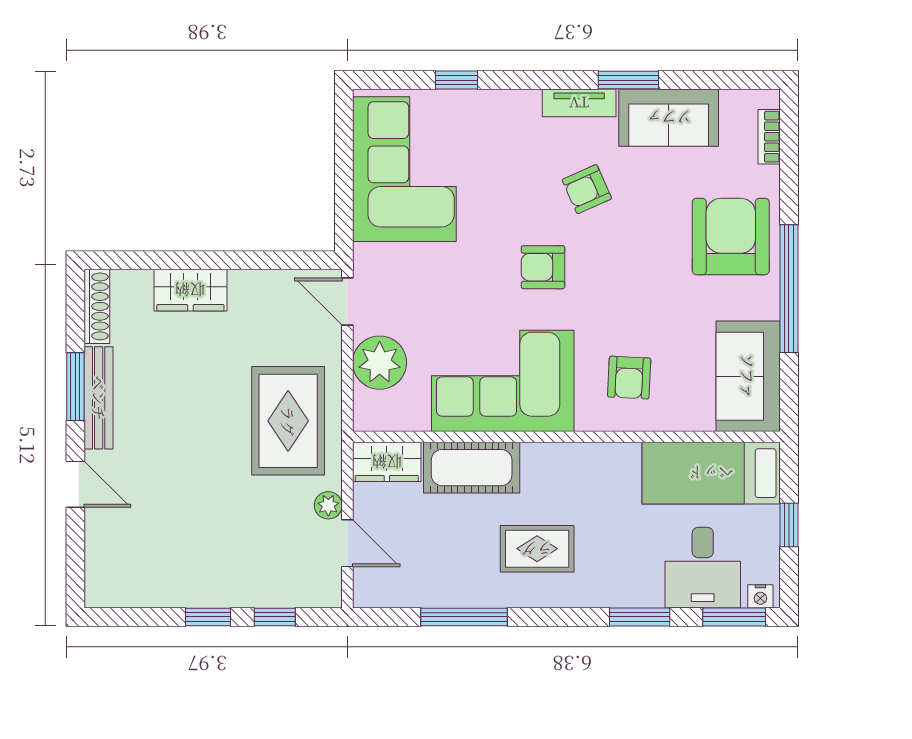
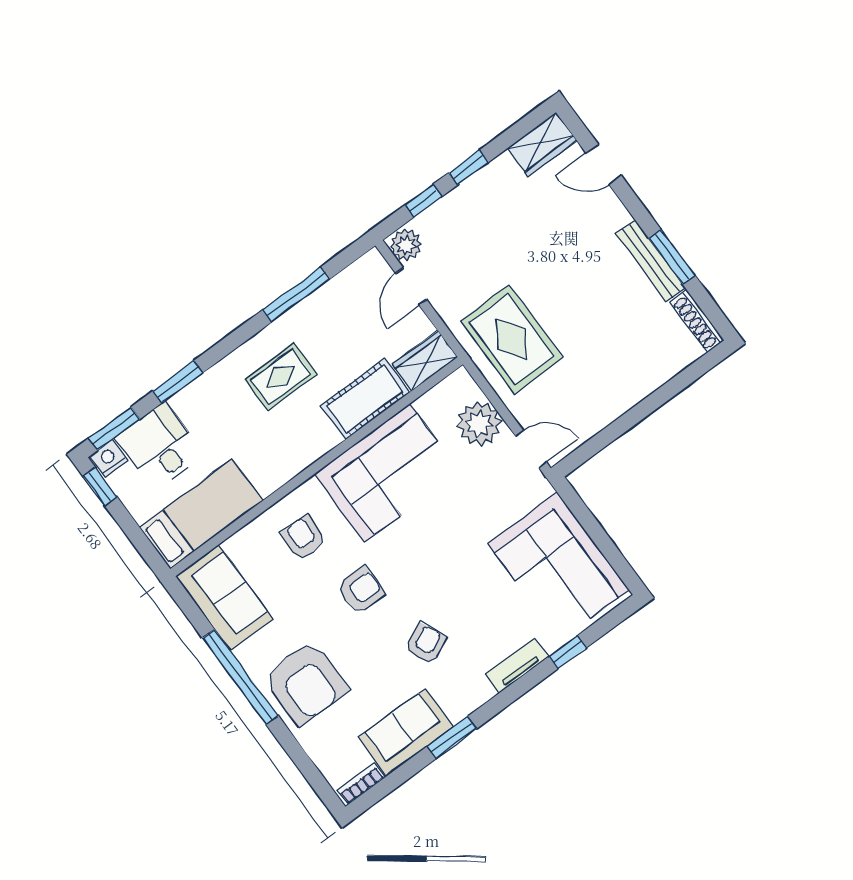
tv unit: (579, 103) -> (517, 666), moved
bookcase: (769, 137) -> (361, 784), moved, turned -90
armchair: (543, 267) -> (361, 591), moved
wardrobe: (190, 290) -> (542, 144), moved, turned 180
door: (75, 484) -> (604, 164), moved
plant: (328, 505) -> (406, 245), moved, width x1.38, depth x1.38
window: (789, 525) -> (100, 486), moved
door: (347, 543) -> (411, 286), hinge flipped
nightstand: (760, 596) -> (109, 458), width x1.39, depth x1.35

